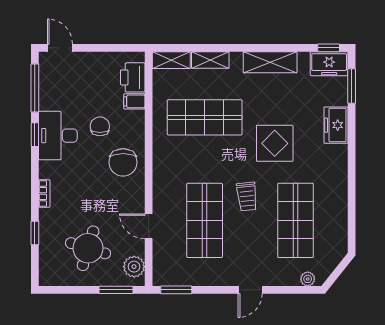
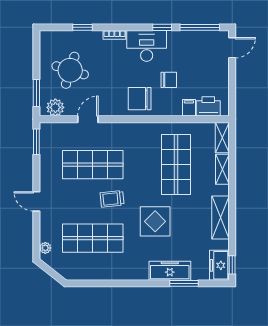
window: (352, 86) -> (184, 283), moved
freezer: (336, 125) -> (170, 271), width x1.40
desk: (58, 136) -> (147, 46), moved

